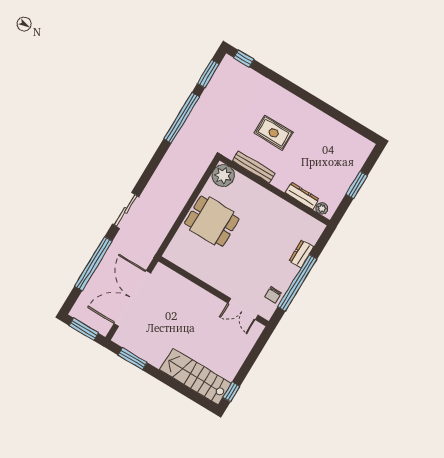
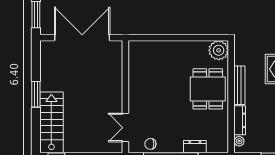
bench: (254, 167) -> (239, 85), moved
dining table: (212, 221) -> (208, 89), moved
window: (133, 359) -> (36, 94), moved

